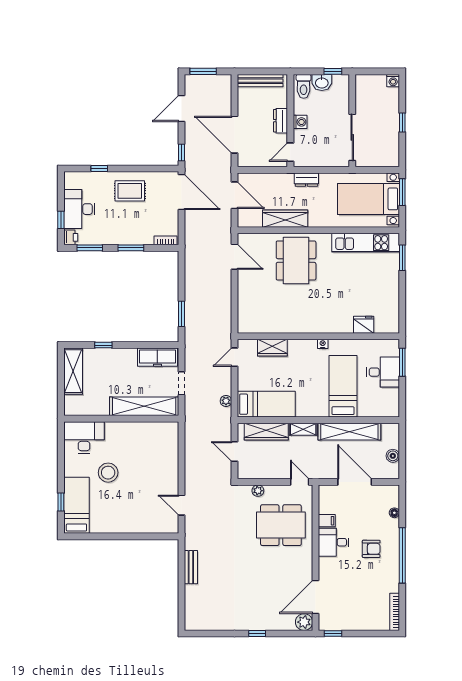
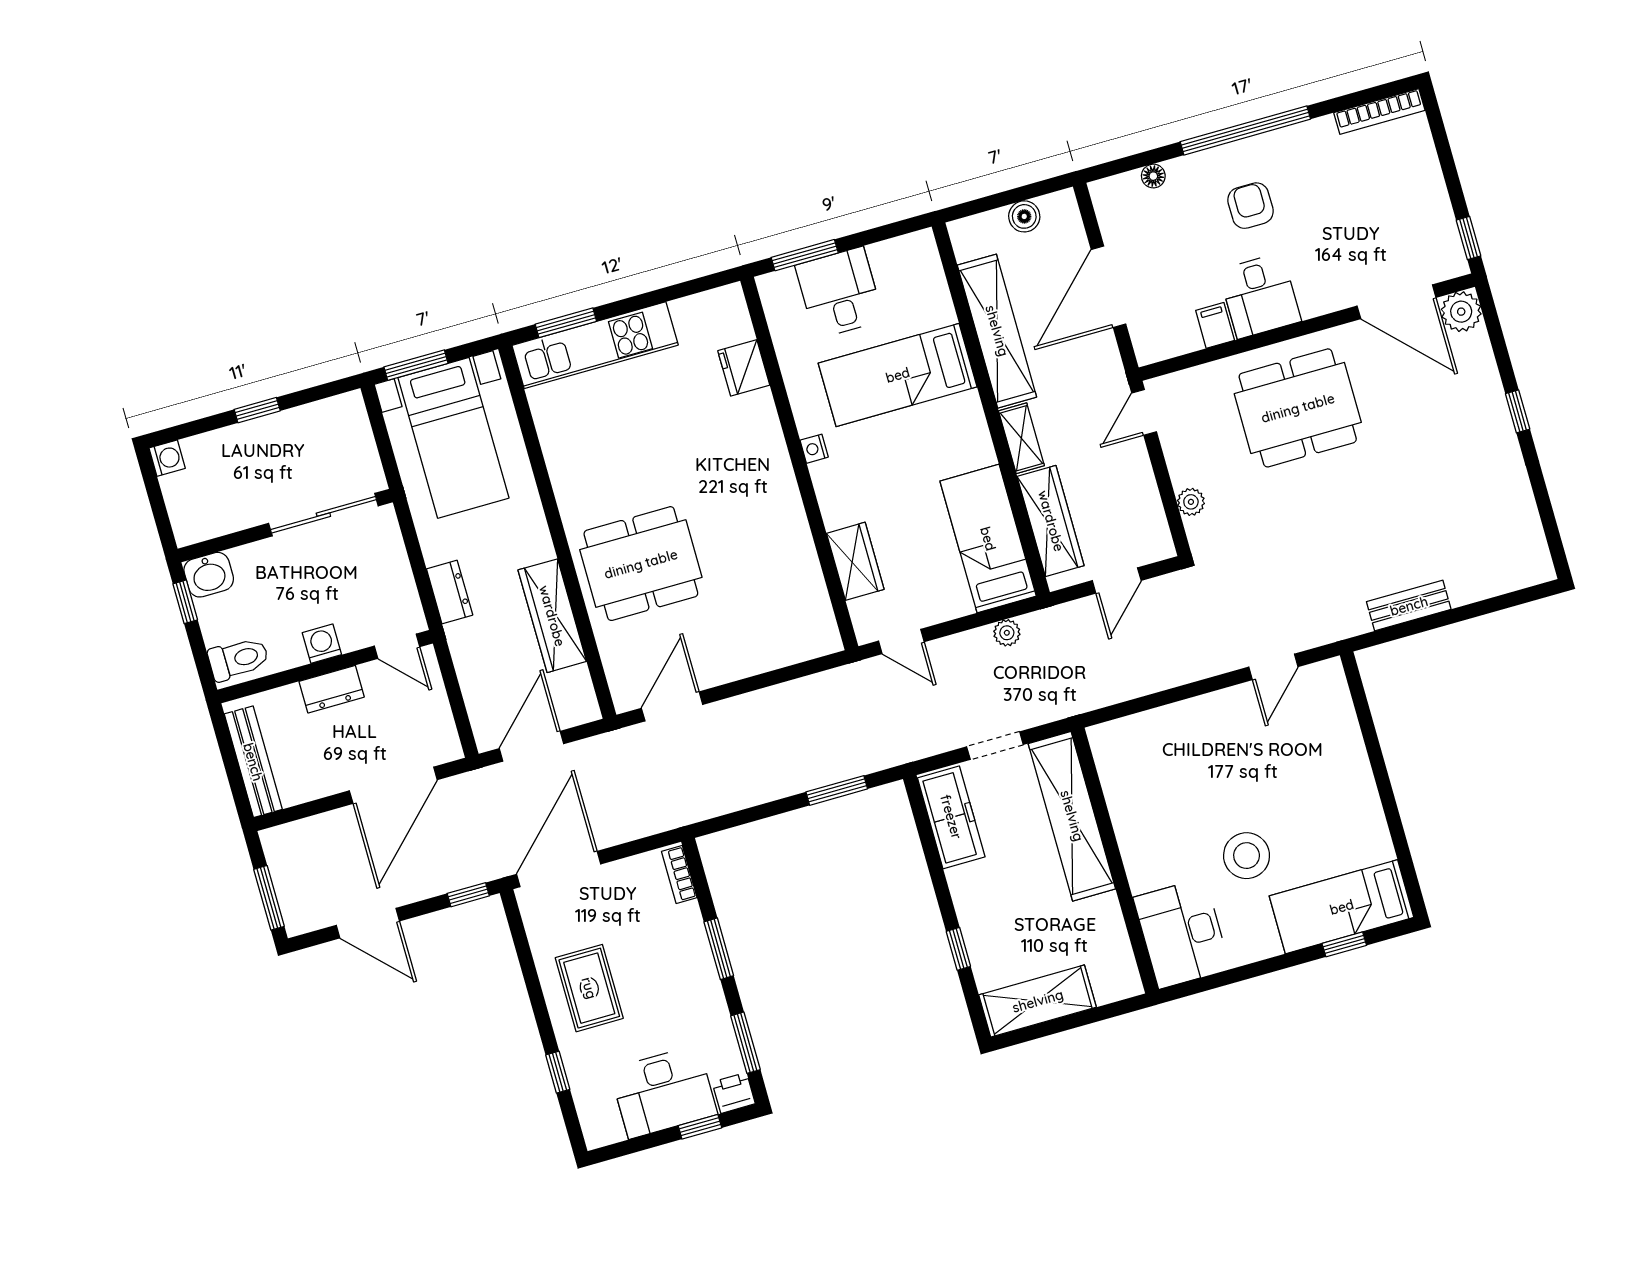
washbasin: (322, 82) -> (209, 575), moved, turned 90
kitchen unit: (366, 243) -> (595, 345), moved, turned 90
dining table: (281, 525) -> (1298, 408), moved, turned 90

